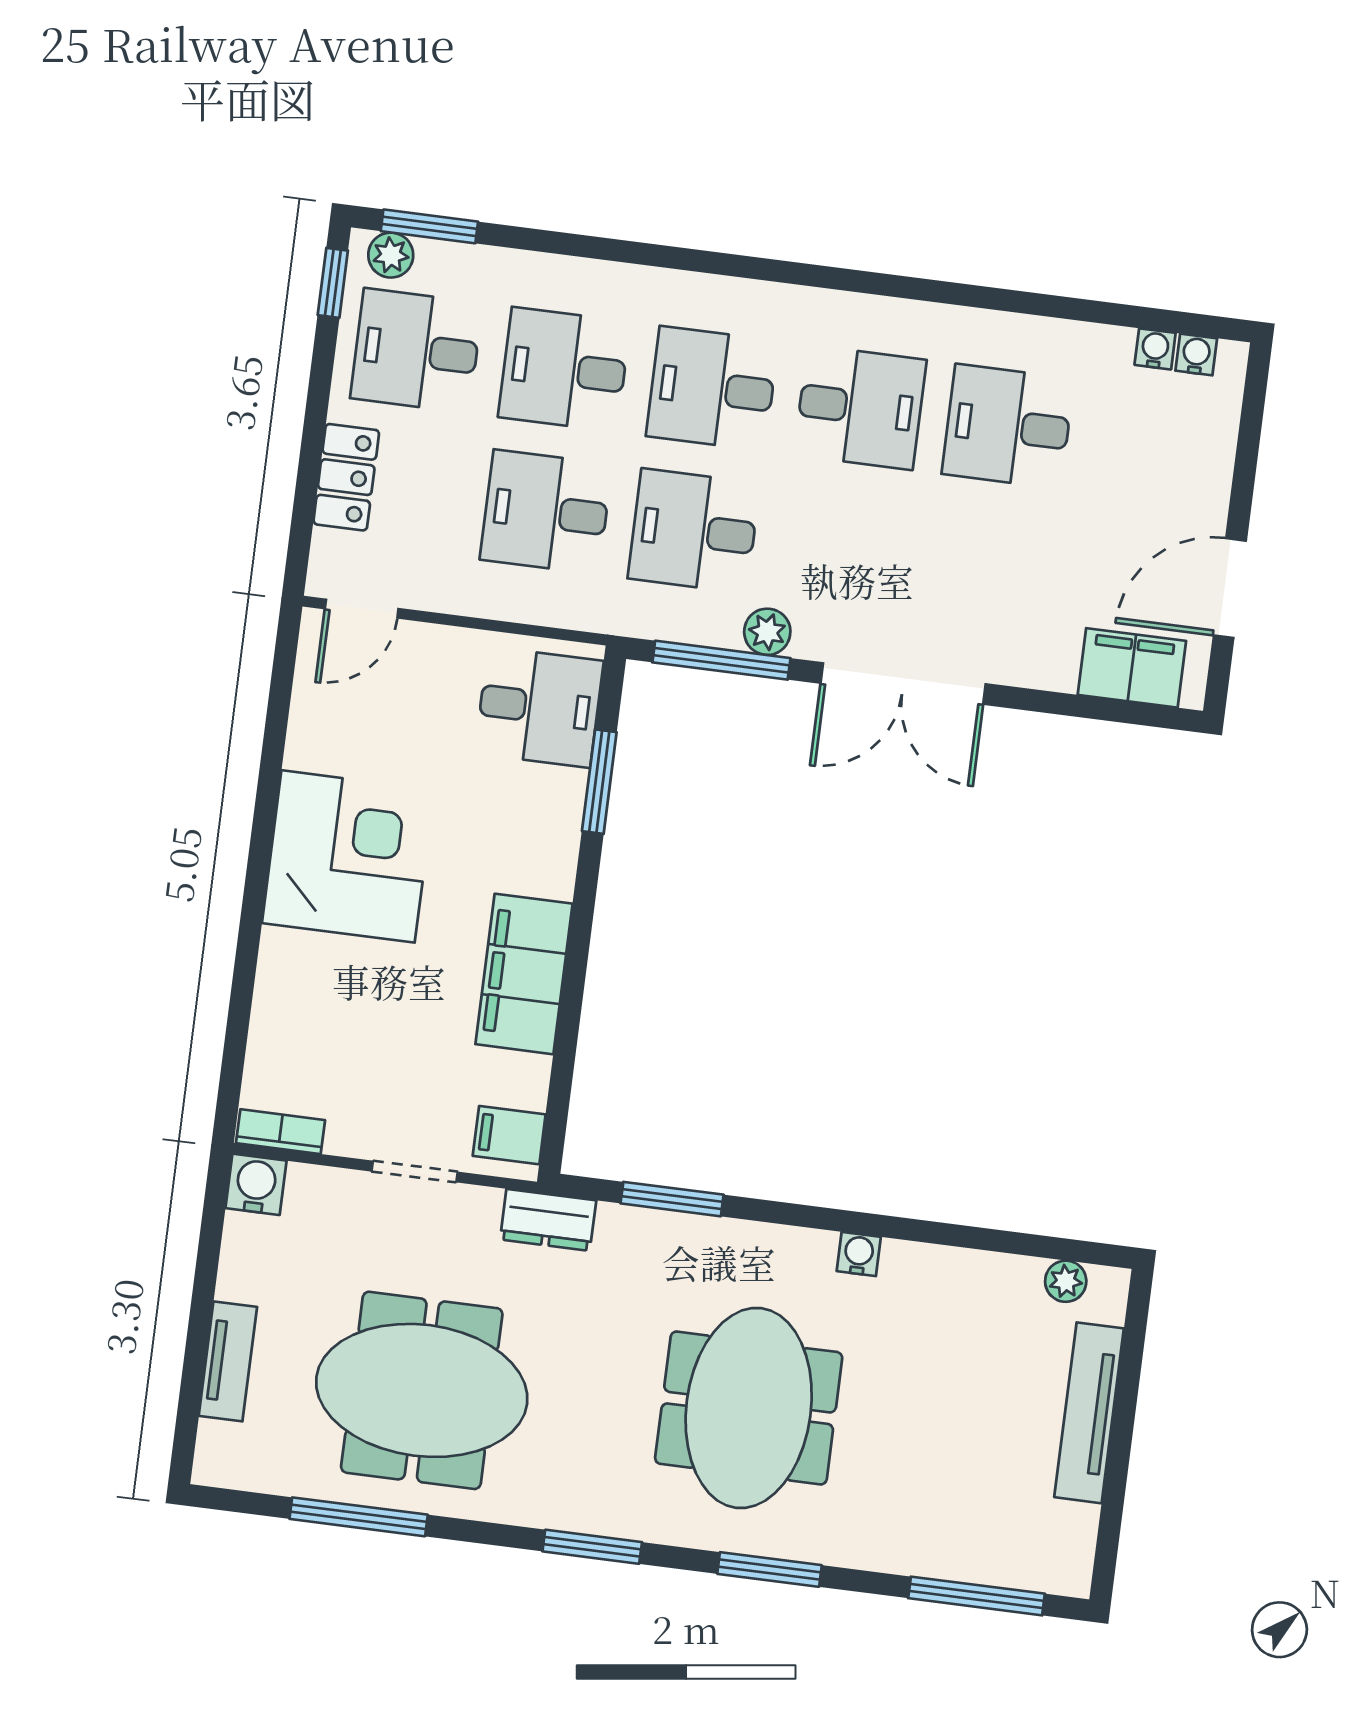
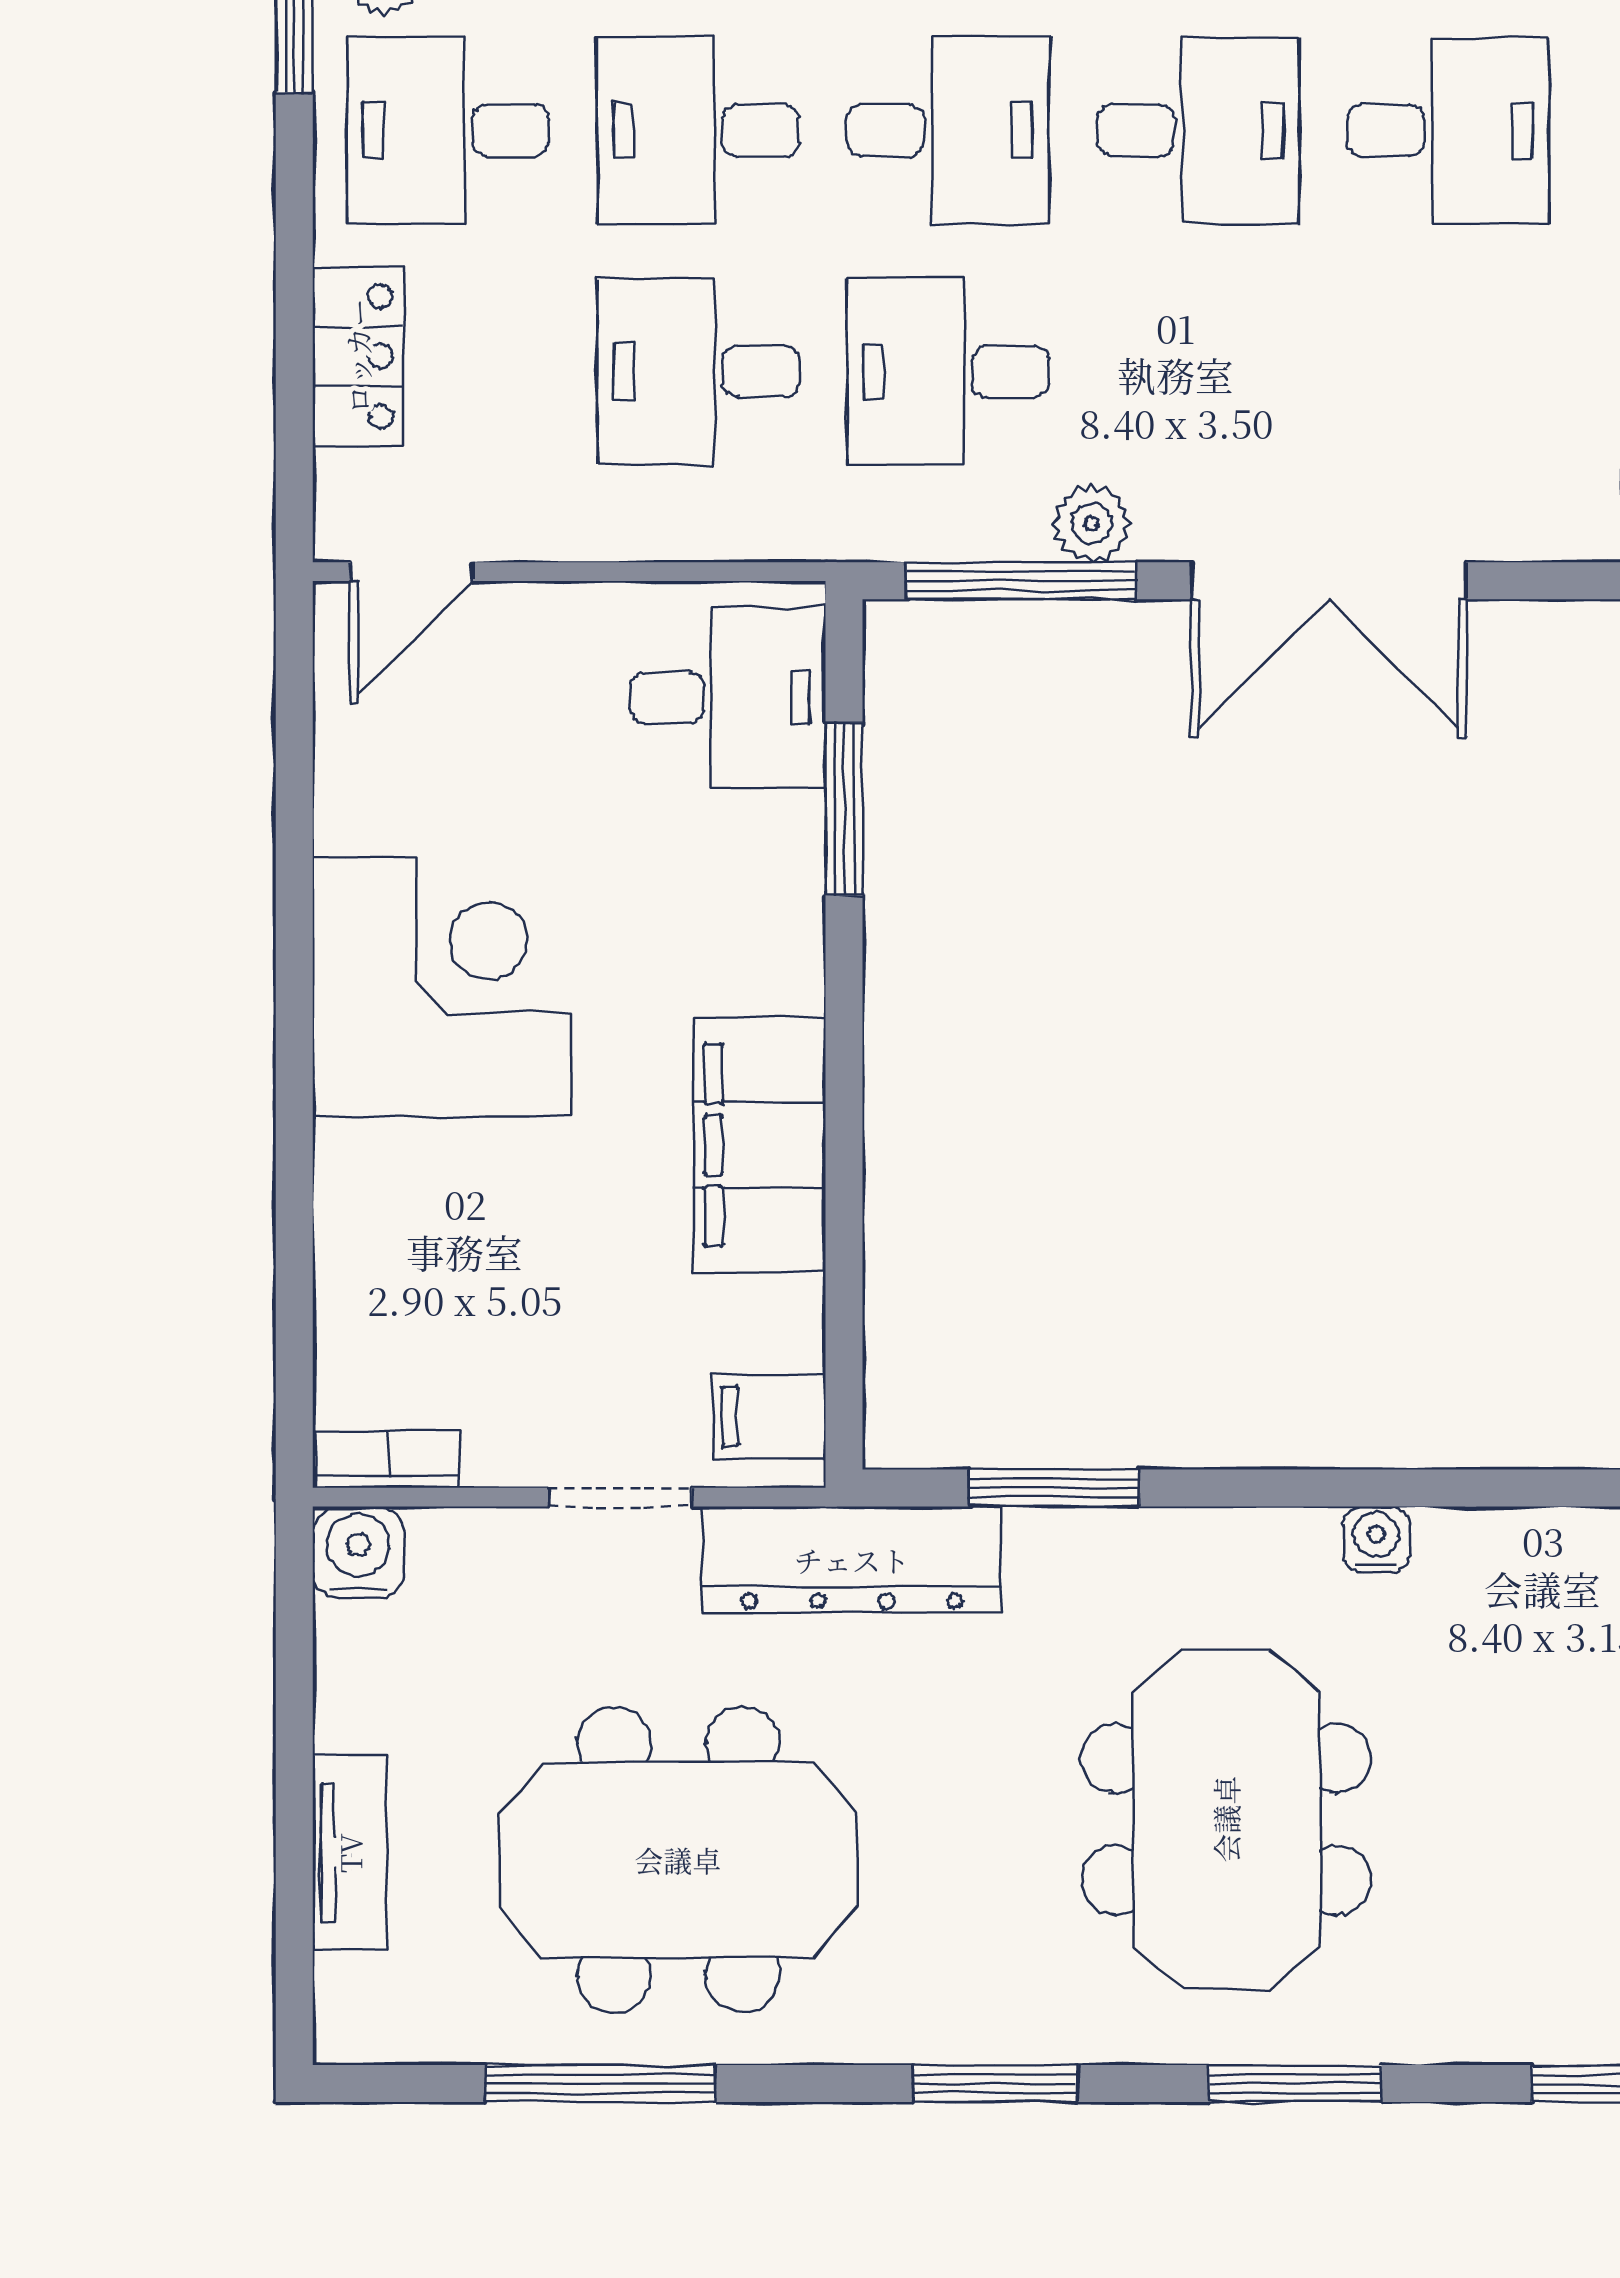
desk: (712, 388) -> (948, 130), turned 180
desk: (1008, 426) -> (1448, 130), turned 180
dresser: (548, 1220) -> (852, 1560), width x1.96, depth x1.24

